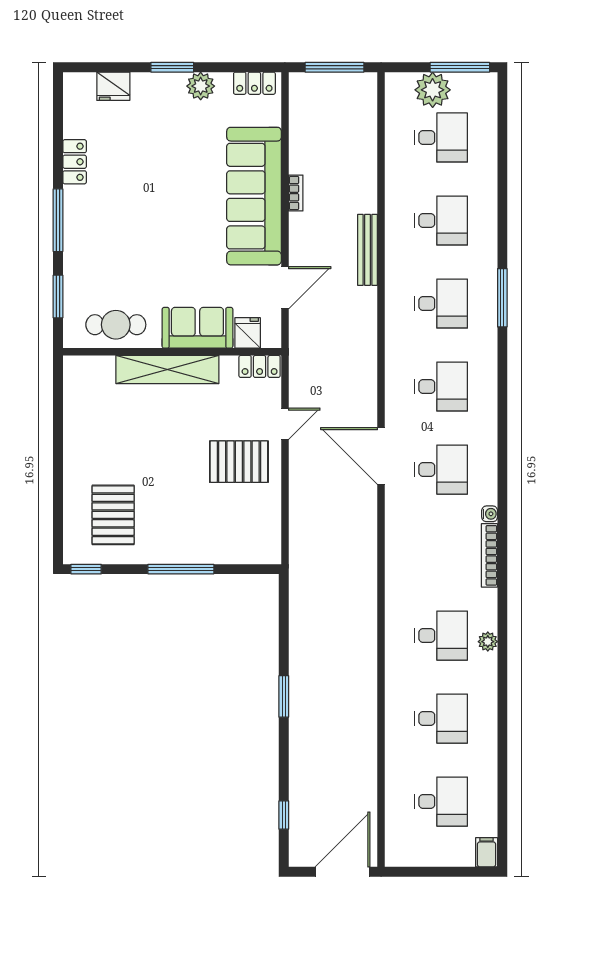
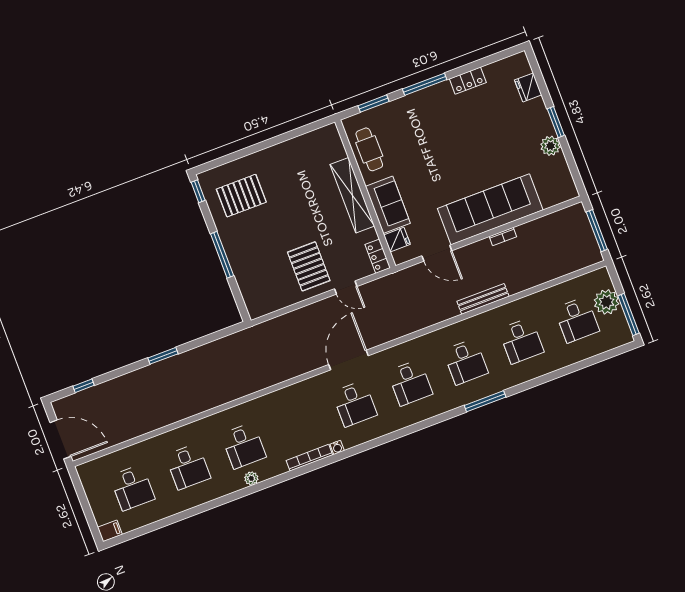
locker: (254, 83) -> (566, 181), removed

